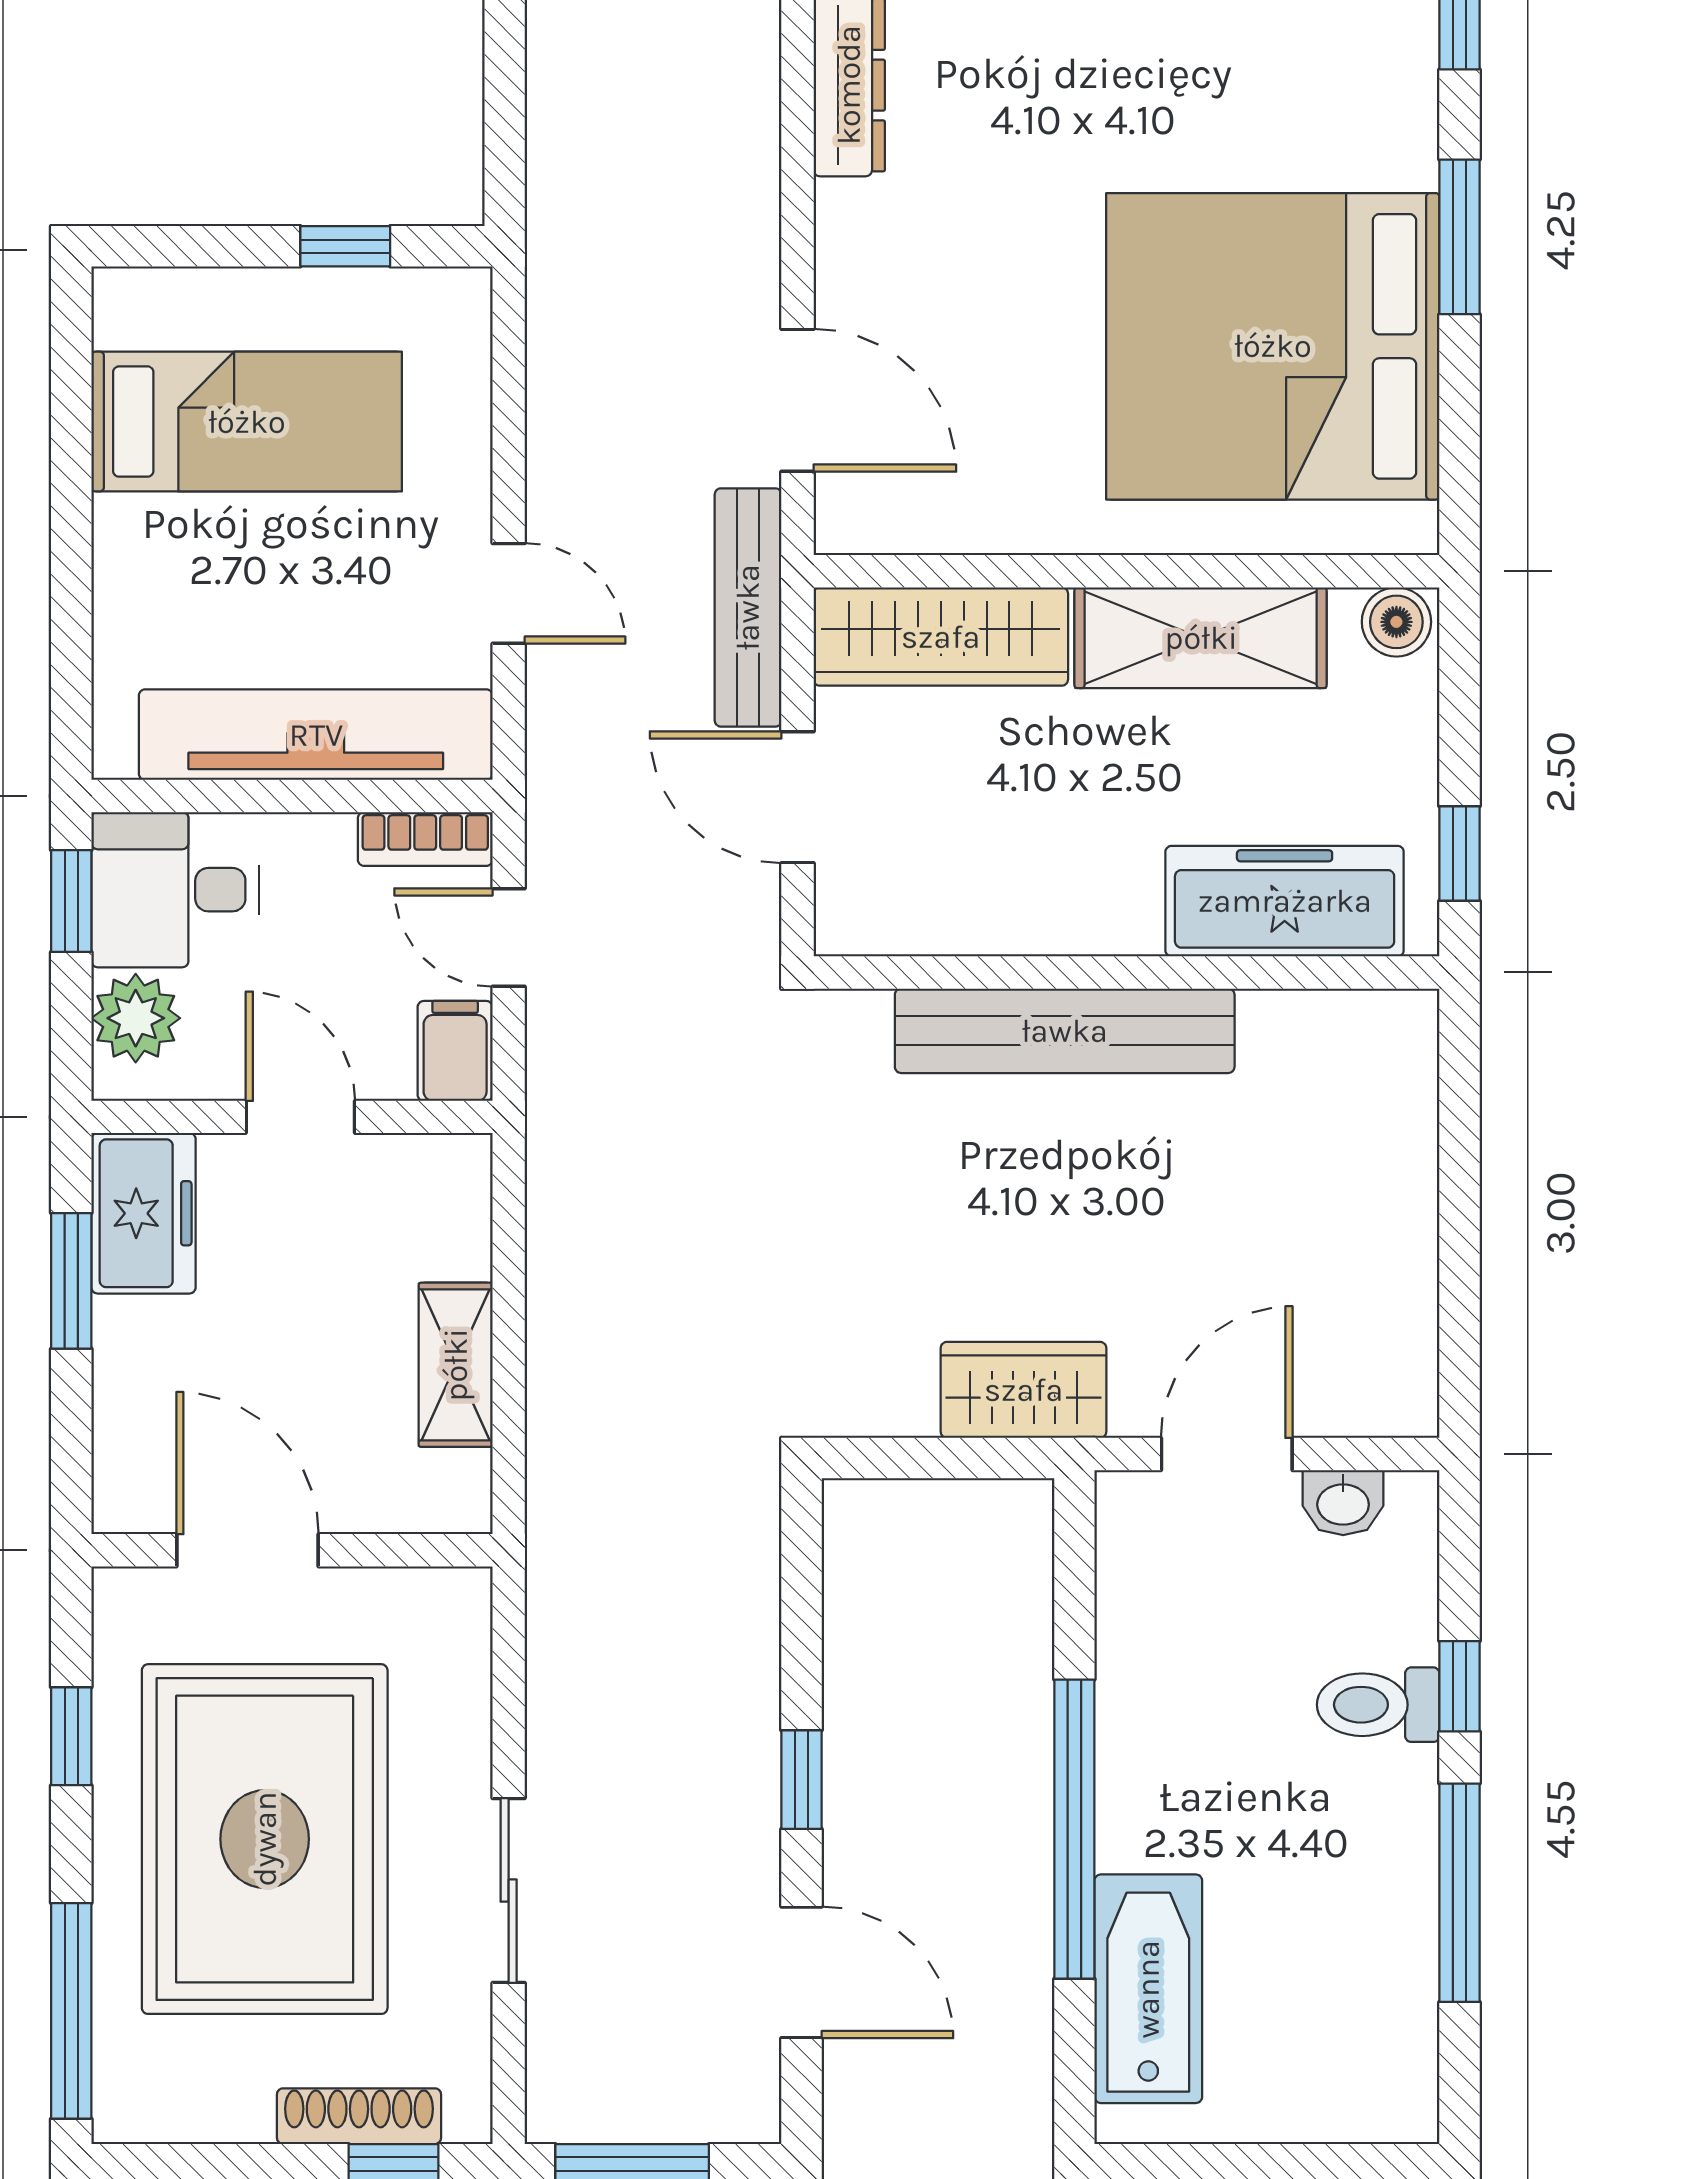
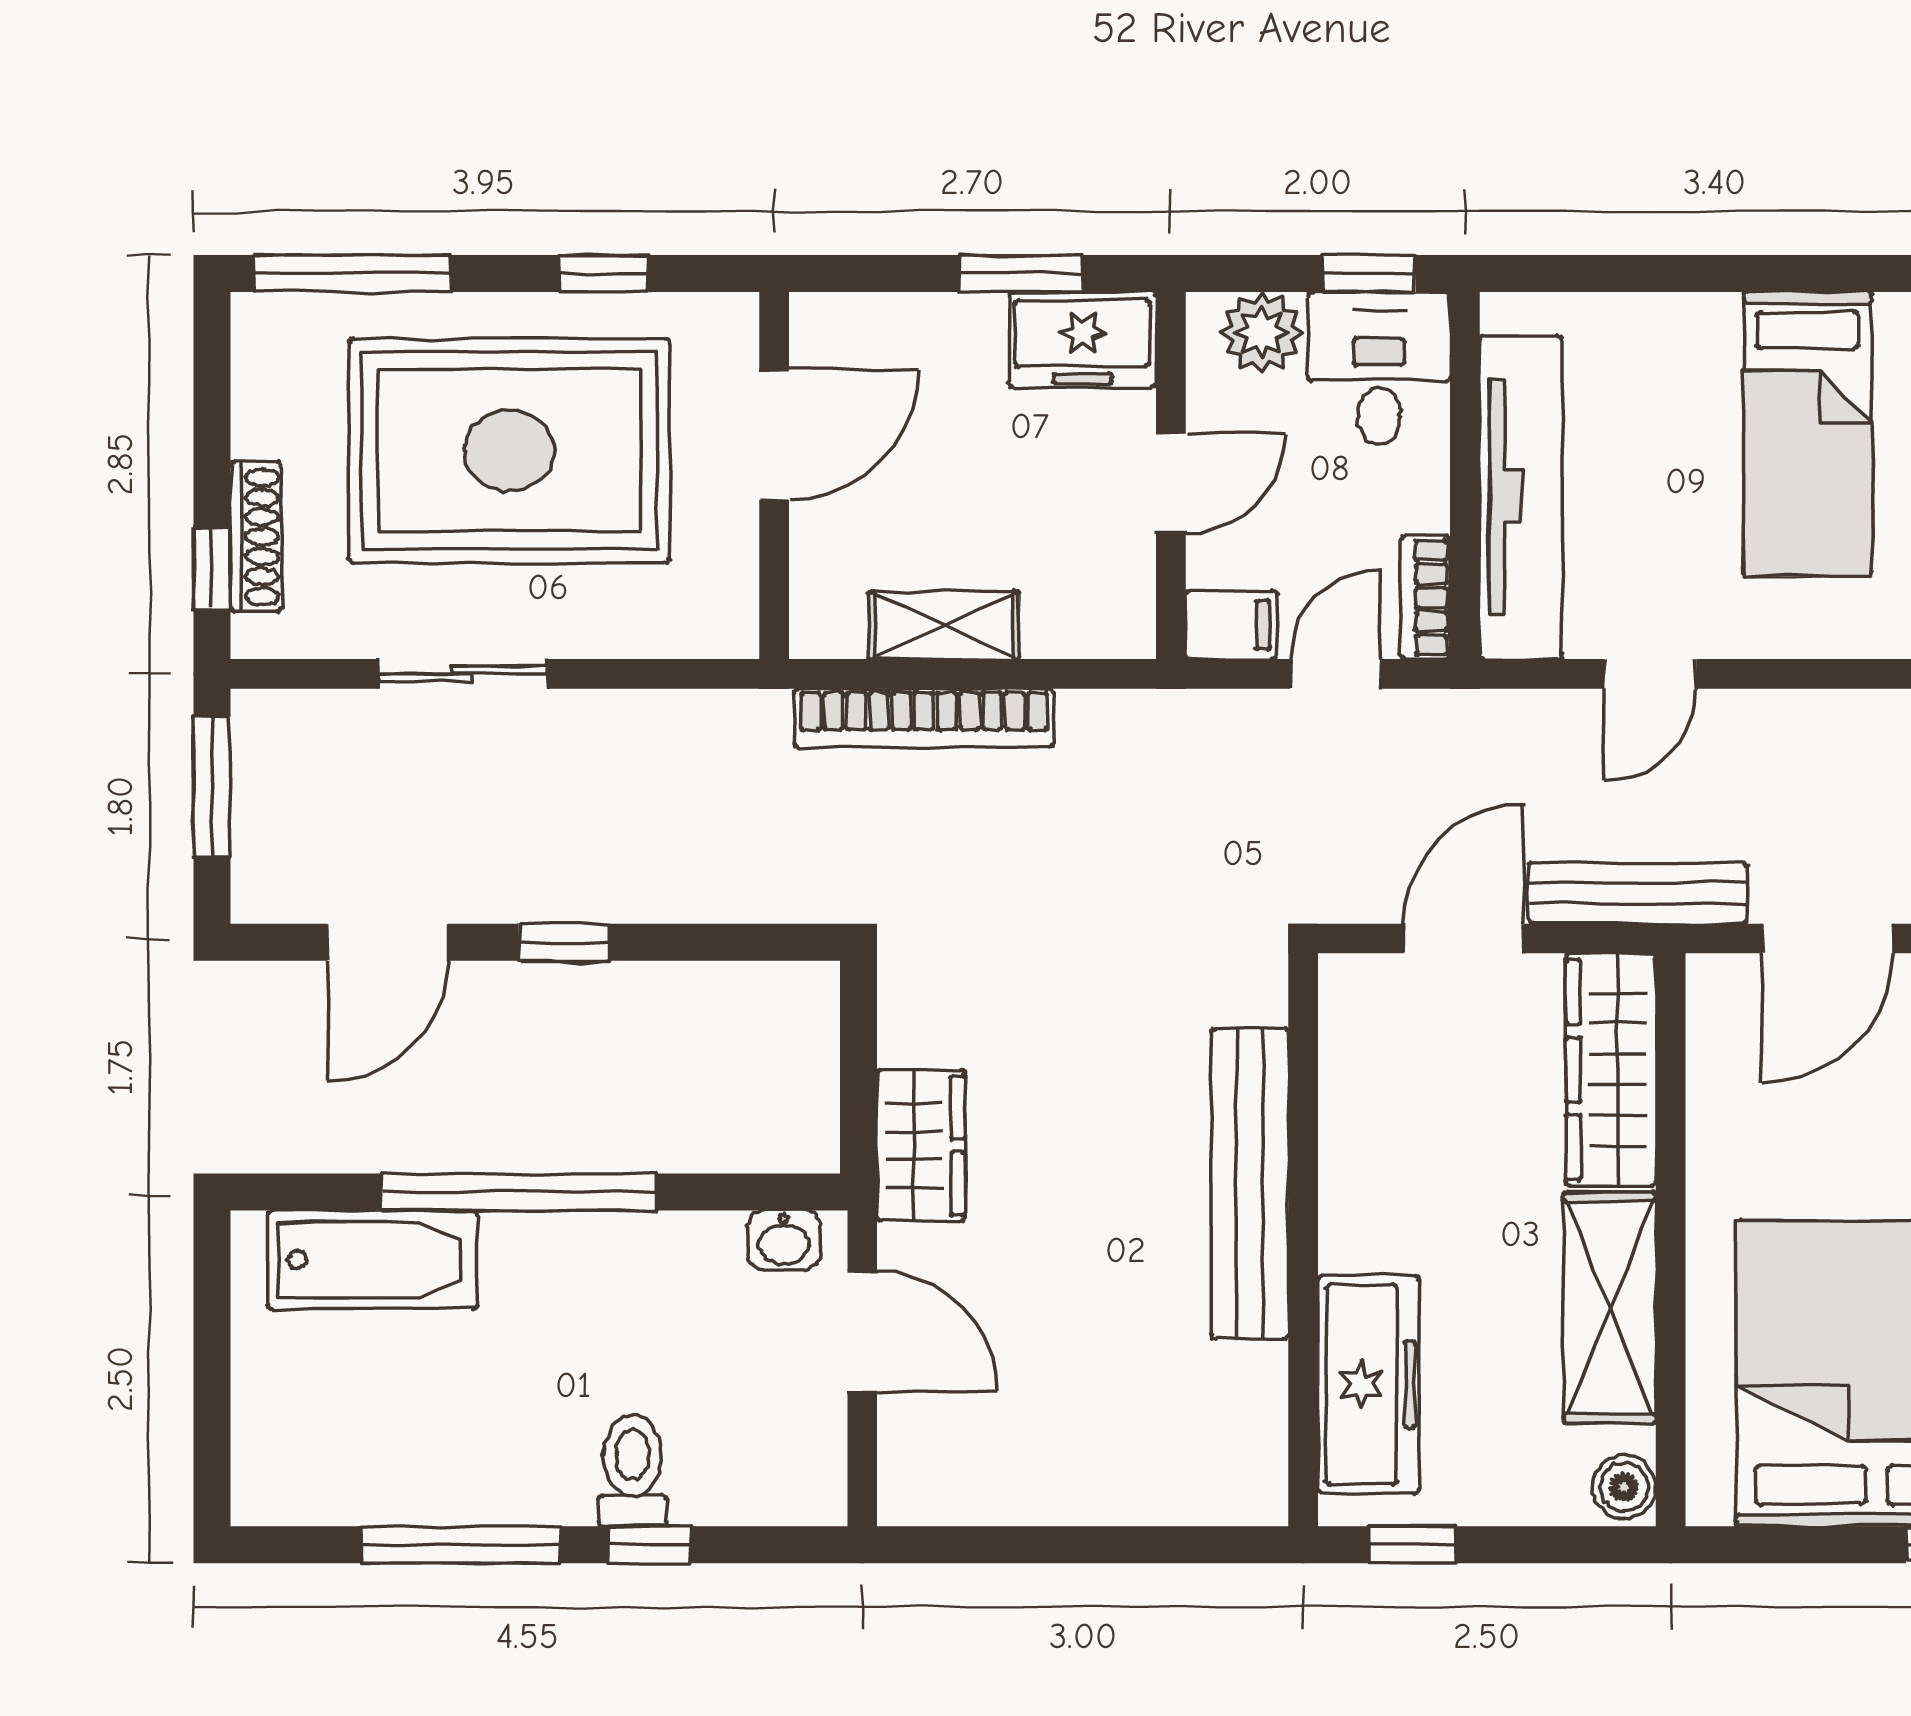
bookcase: (557, 1386) -> (924, 718), added
washbasin: (1343, 1503) -> (784, 1240), moved, turned -90

